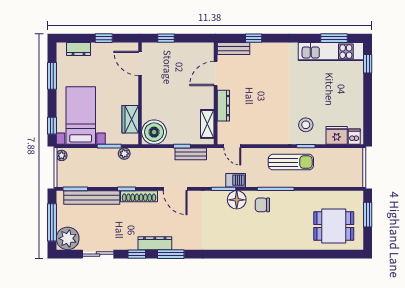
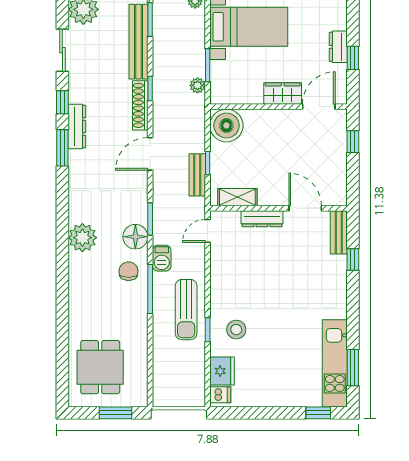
dresser: (78, 49) -> (338, 47), moved
wardrobe: (130, 119) -> (283, 93), moved
barbecue: (236, 180) -> (162, 258), moved
plant: (237, 239) -> (82, 238), added

